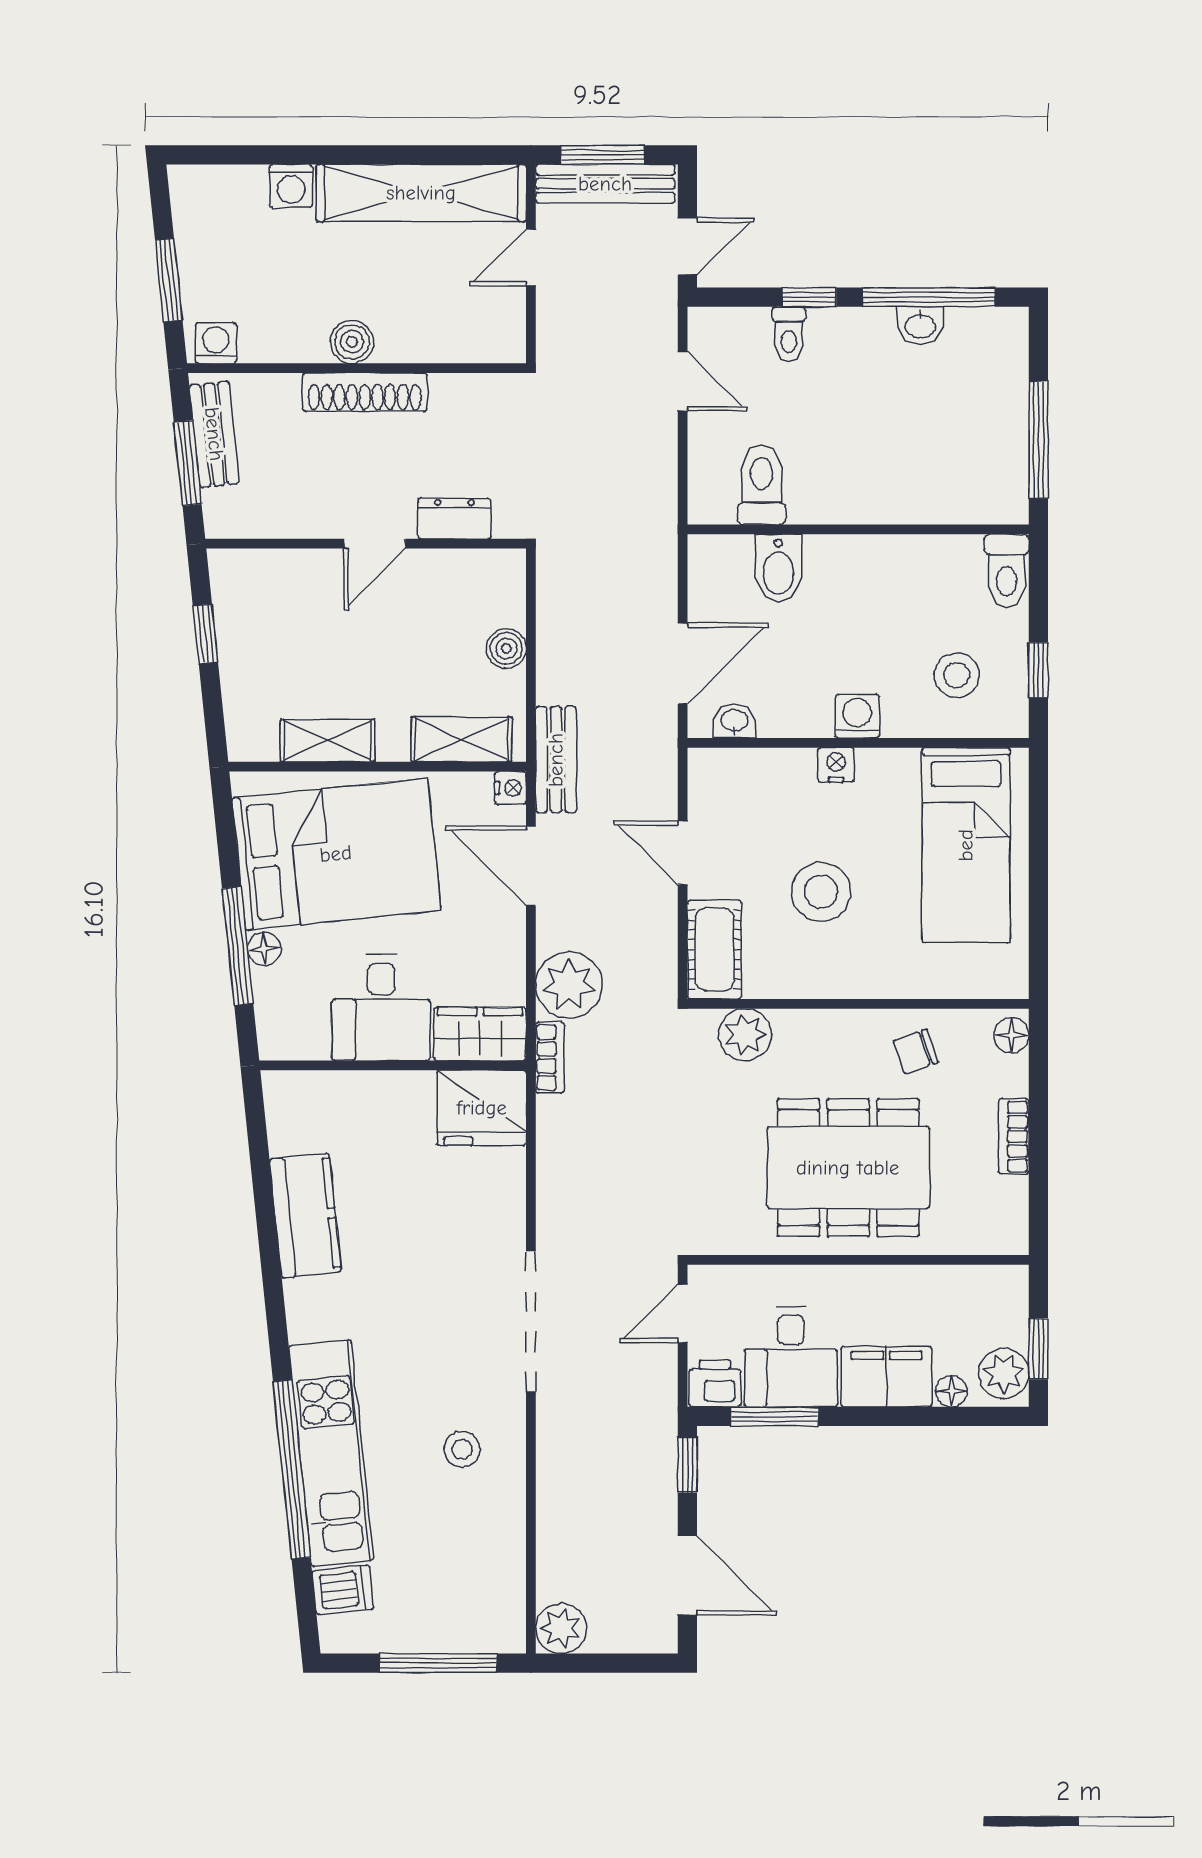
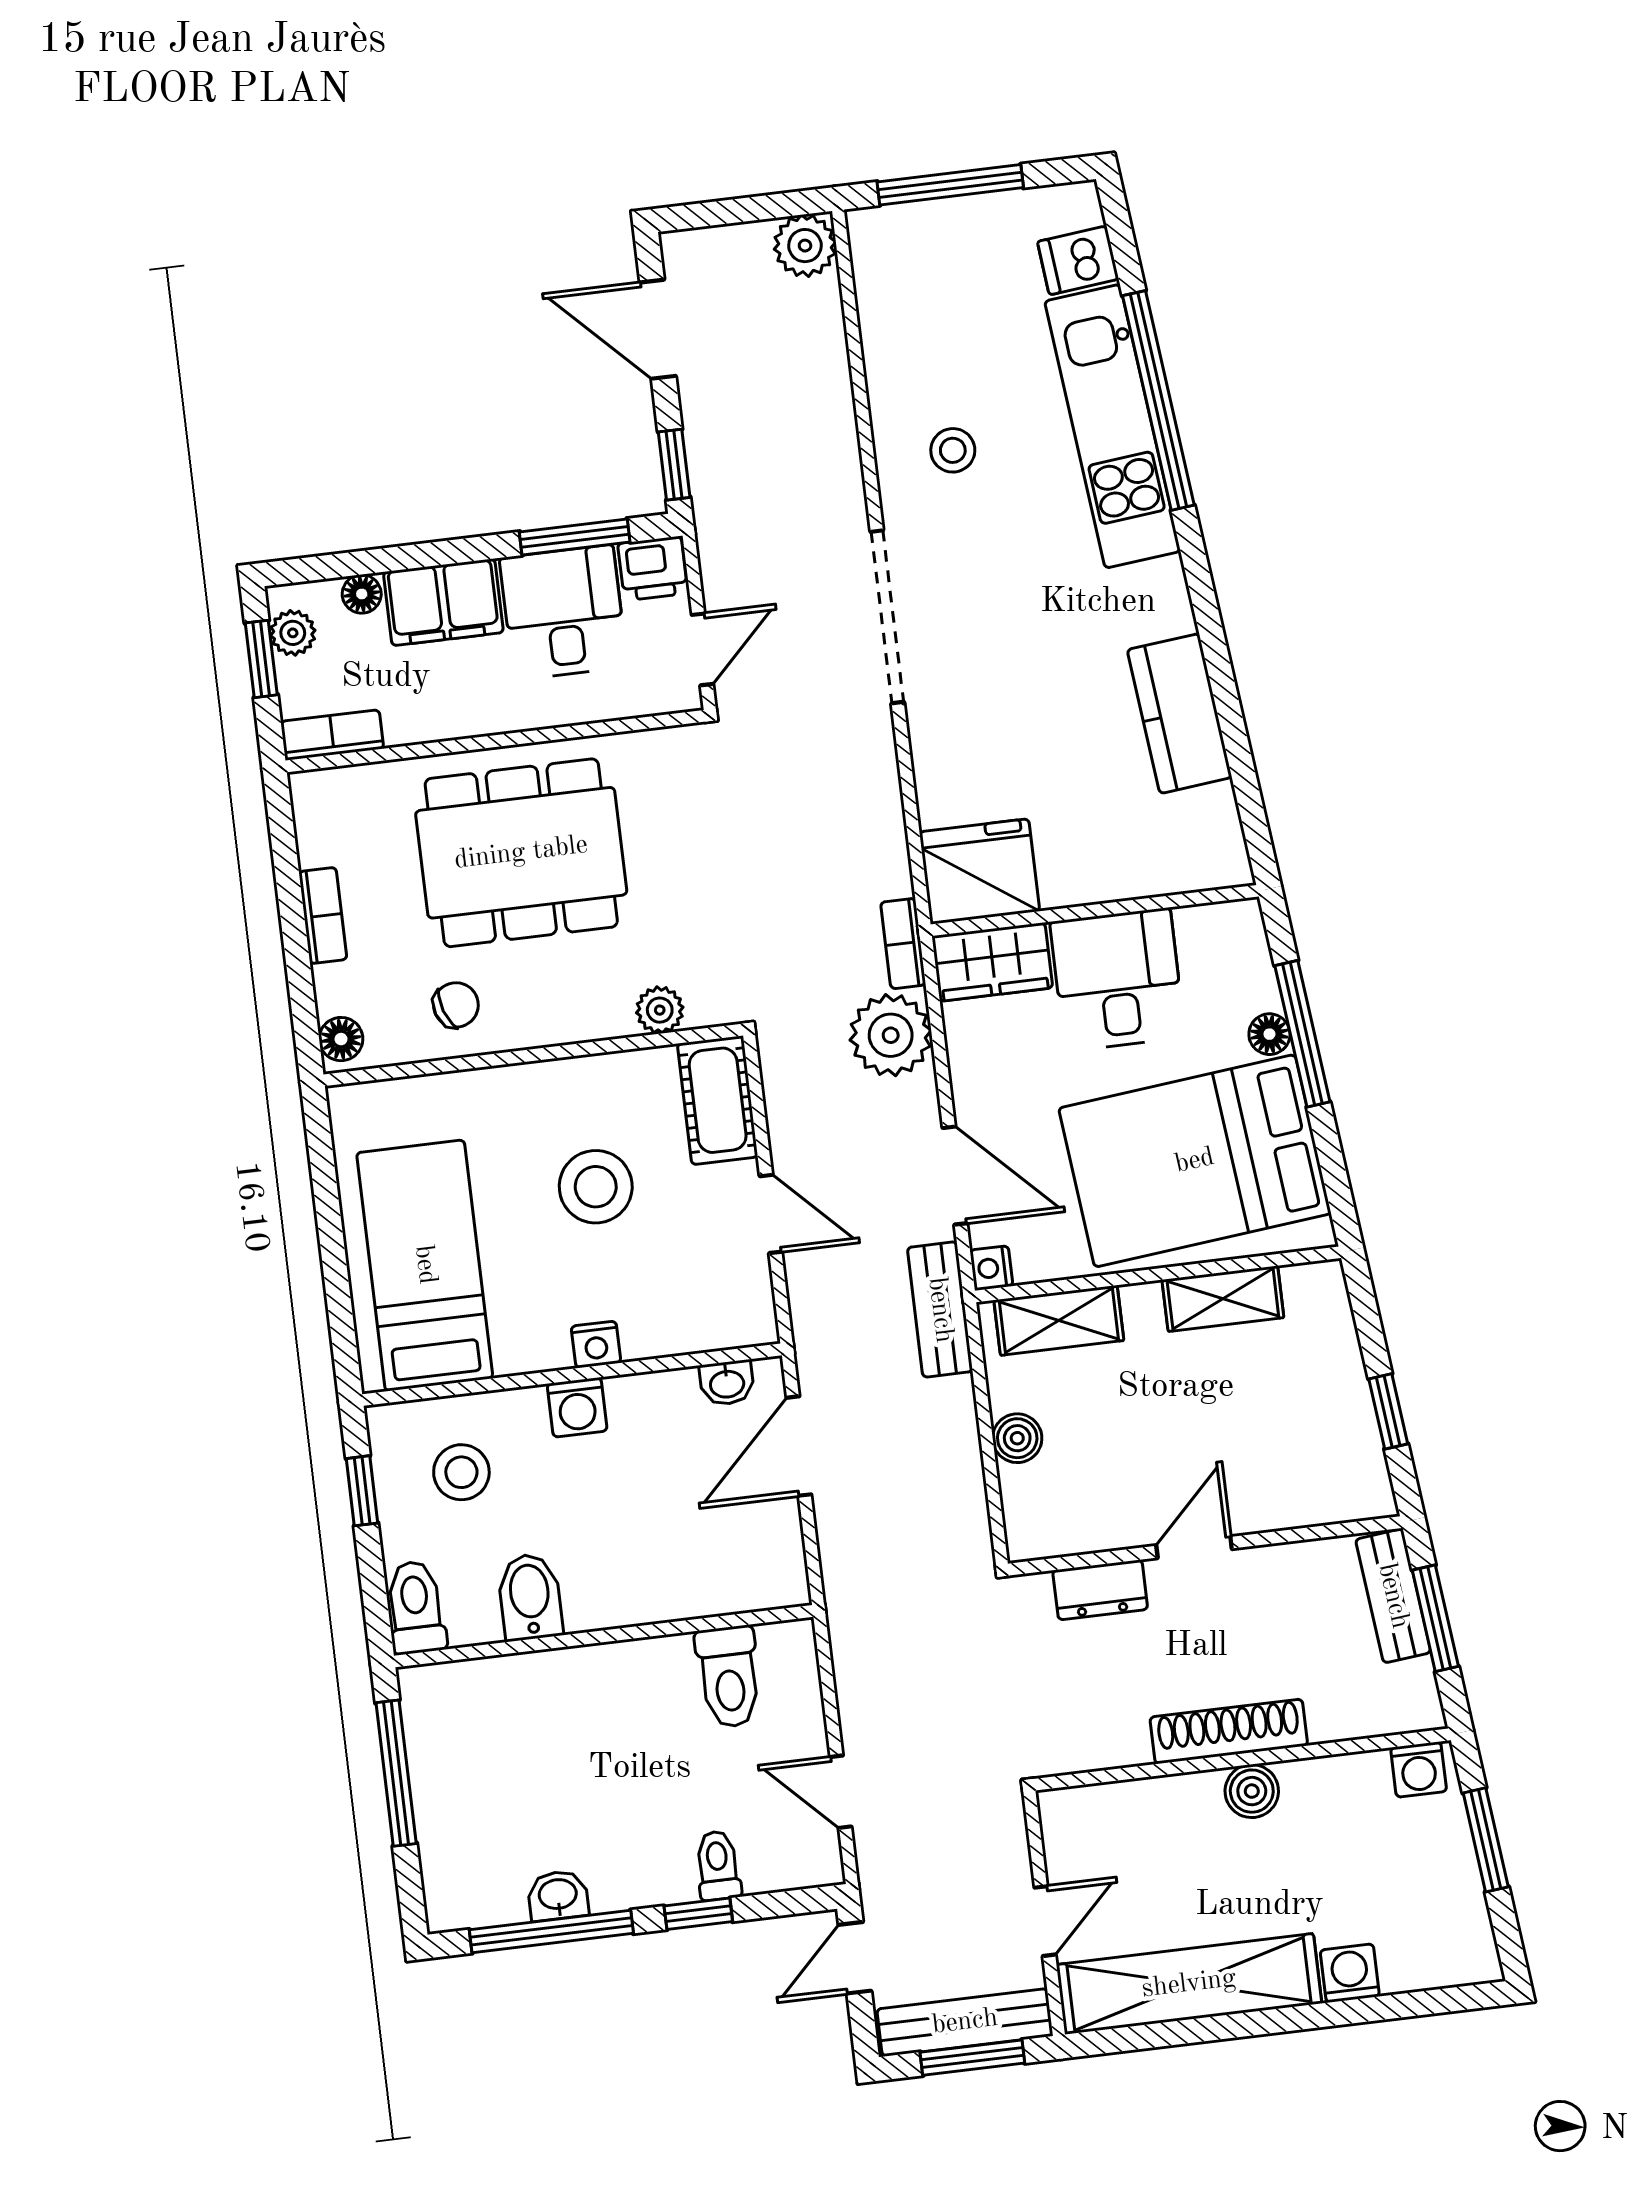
bench: (214, 434) -> (1393, 1596), moved
bidet: (778, 568) -> (530, 1597), moved
plant: (745, 1035) -> (660, 1010), width x0.73, depth x0.73
bookcase: (989, 1281) -> (332, 735), added
plant: (1004, 1374) -> (293, 633), width x0.73, depth x0.73

